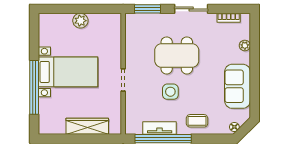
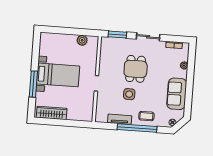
plant: (80, 21) -> (82, 40), moved
dining table: (177, 55) -> (136, 69), width x0.73
window: (34, 87) -> (33, 84), width x0.68
wardrobe: (87, 126) -> (52, 113), moved
window: (163, 139) -> (137, 128), moved

